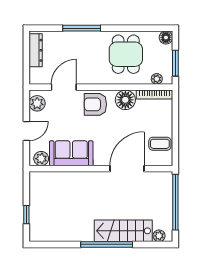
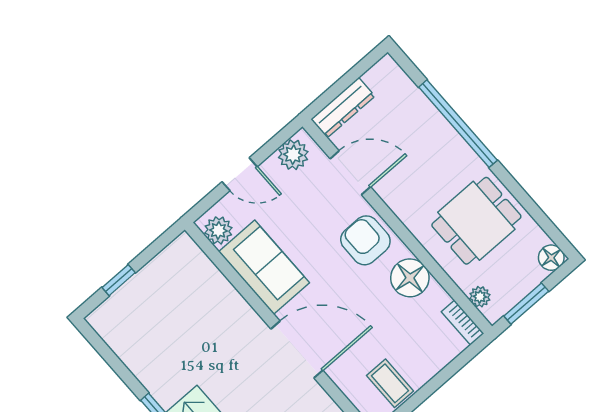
window: (82, 28) -> (458, 124), width x1.46
dresser: (36, 50) -> (343, 108), moved
bookcase: (154, 95) -> (463, 323), width x0.64
door: (127, 169) -> (297, 350), moved

